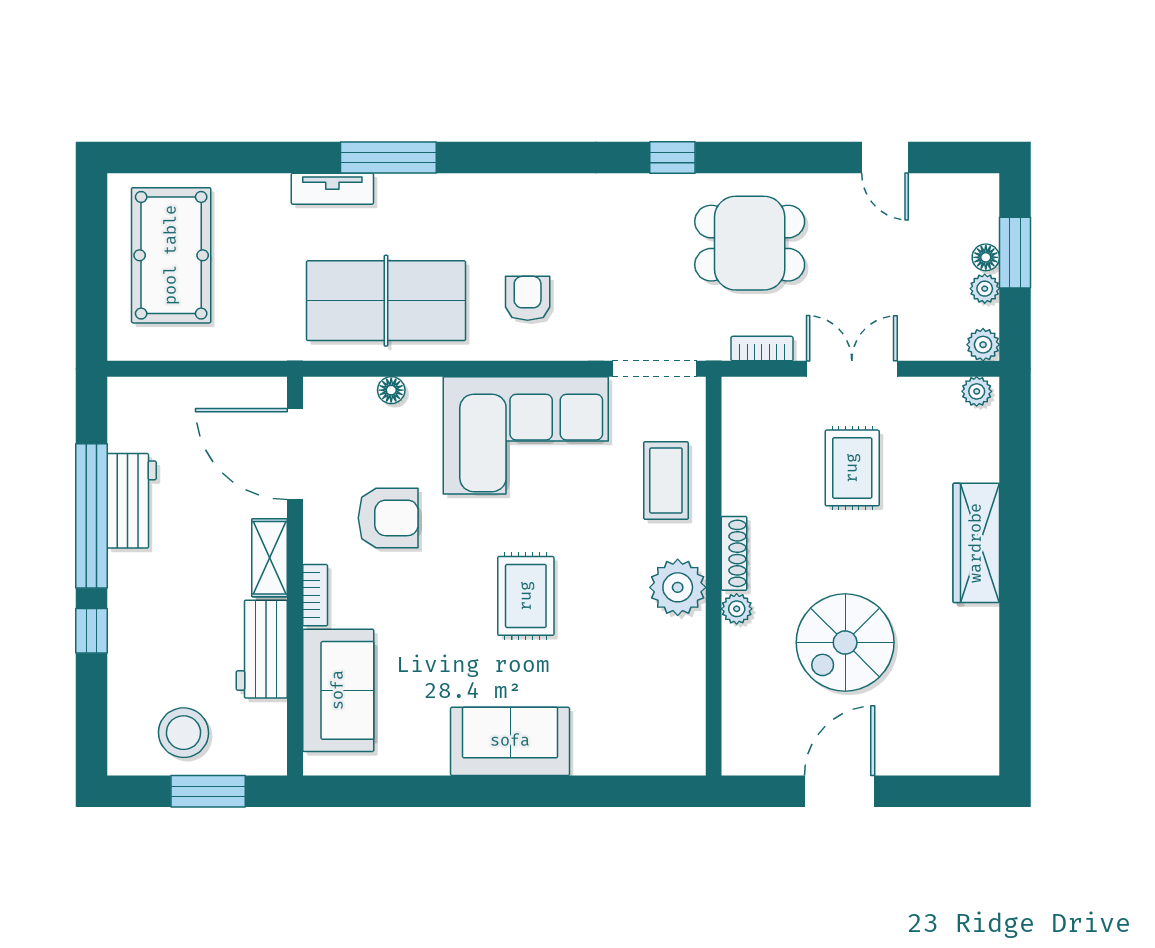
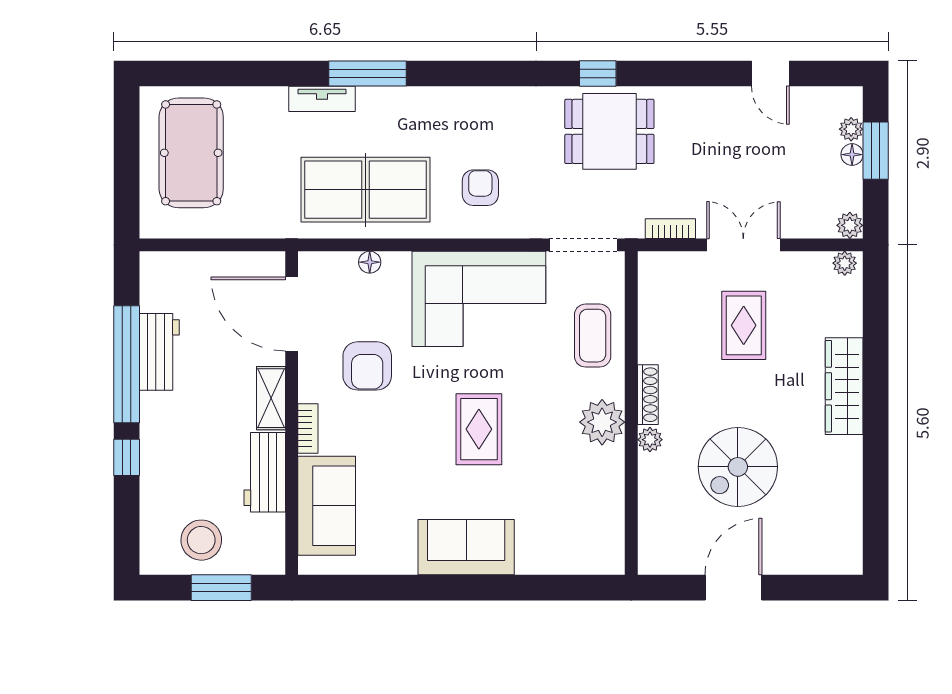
dining table: (750, 243) -> (609, 131), moved
plant: (985, 289) -> (851, 129), moved
armchair: (388, 518) -> (367, 366), turned 90

